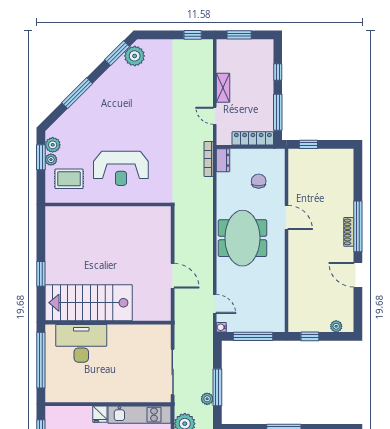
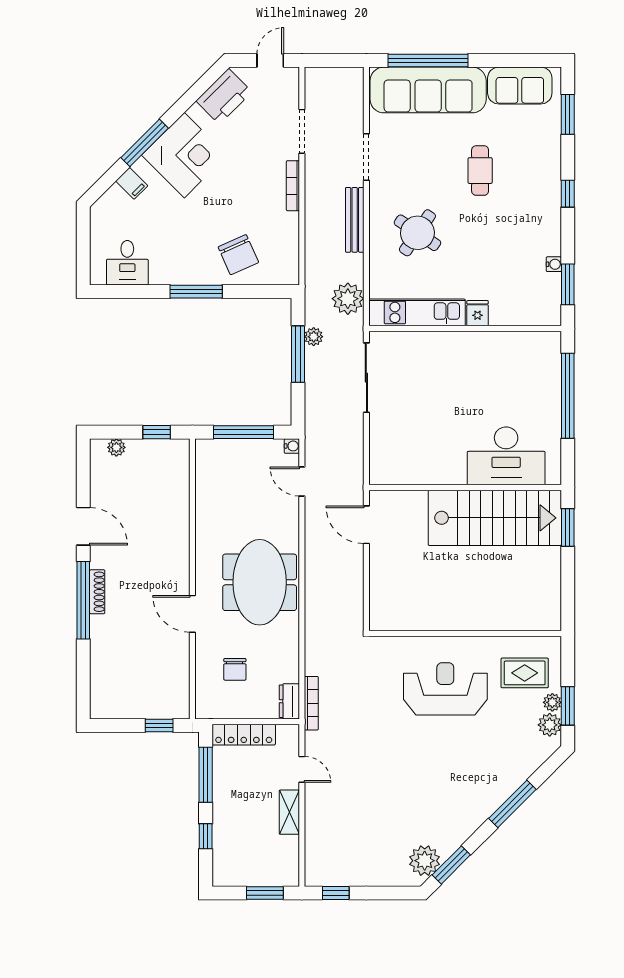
stairs: (89, 303) -> (495, 518), moved
wall: (108, 323) -> (465, 488), moved
desk: (81, 343) -> (506, 456), moved

